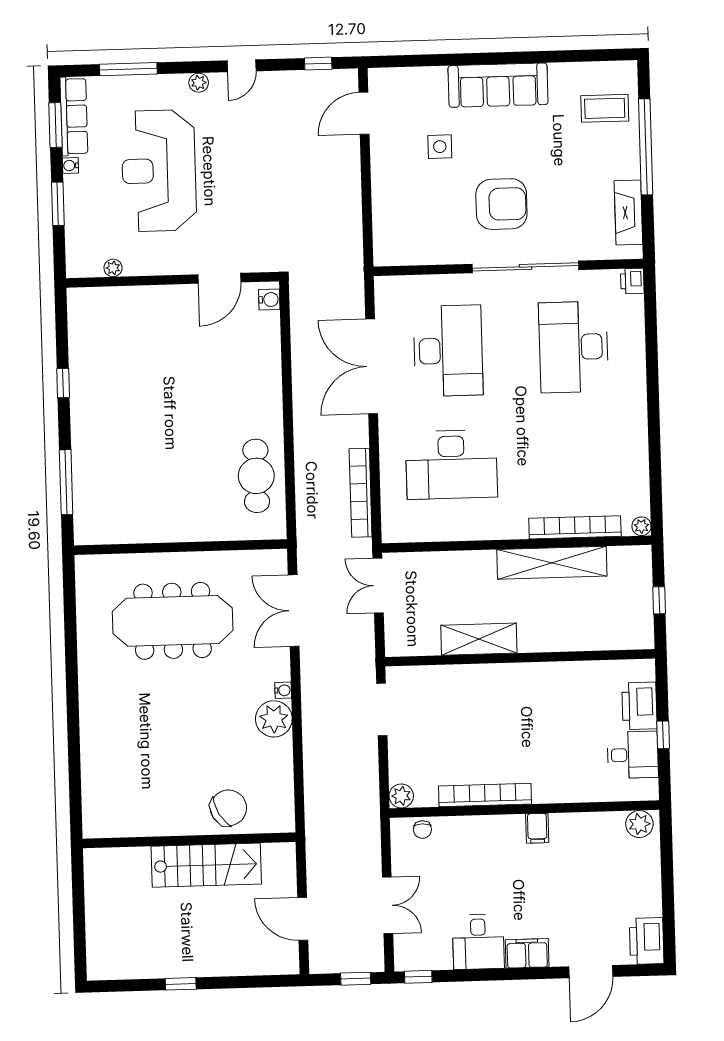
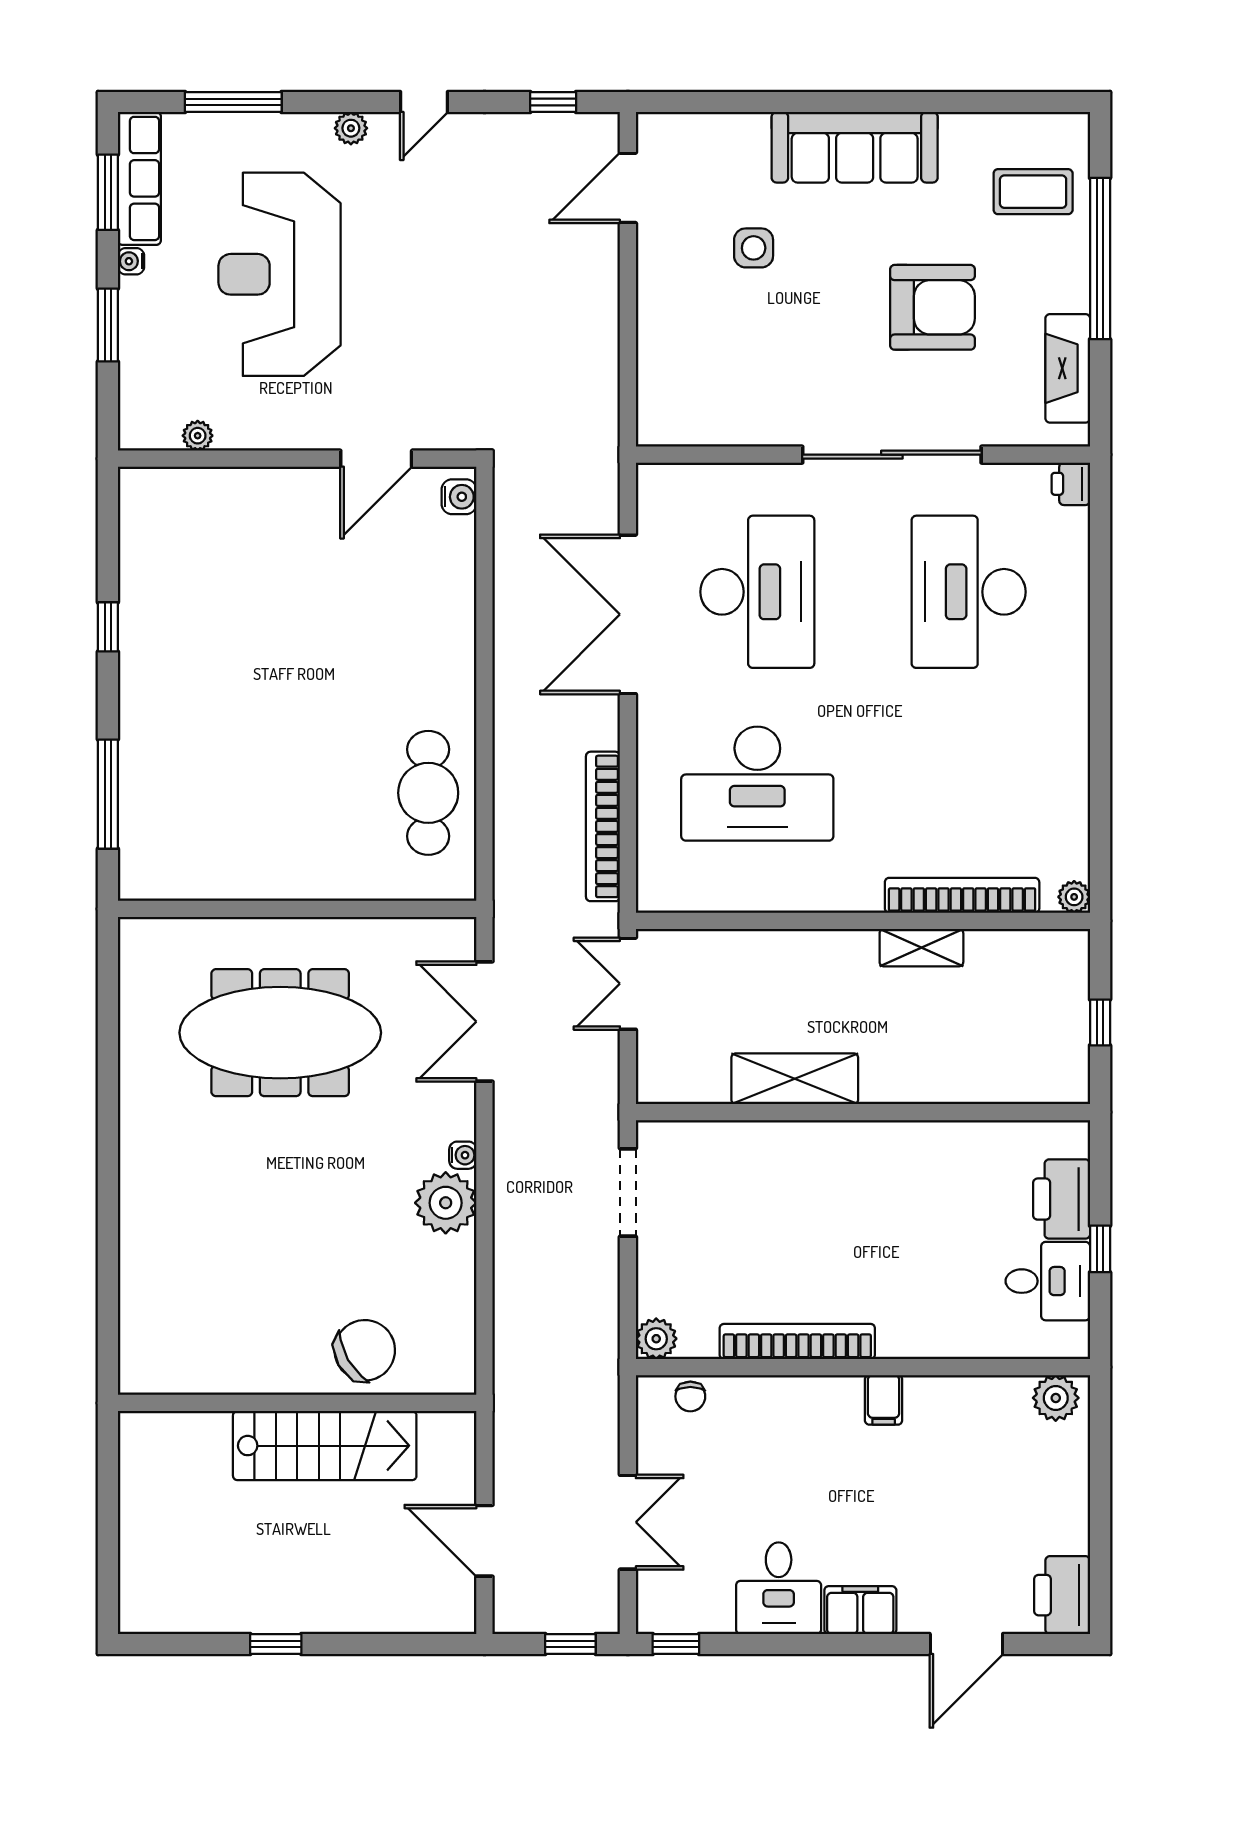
armchair: (501, 204) -> (932, 307), moved
shelving: (552, 563) -> (921, 948), width x0.45, depth x0.75

